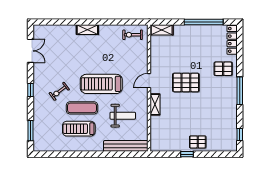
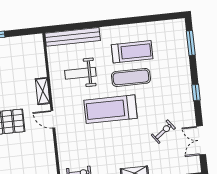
door: (149, 81) -> (53, 119), swing flipped
treadmill: (101, 84) -> (111, 109), turned 180
exercise bike: (59, 91) -> (163, 132), moved

